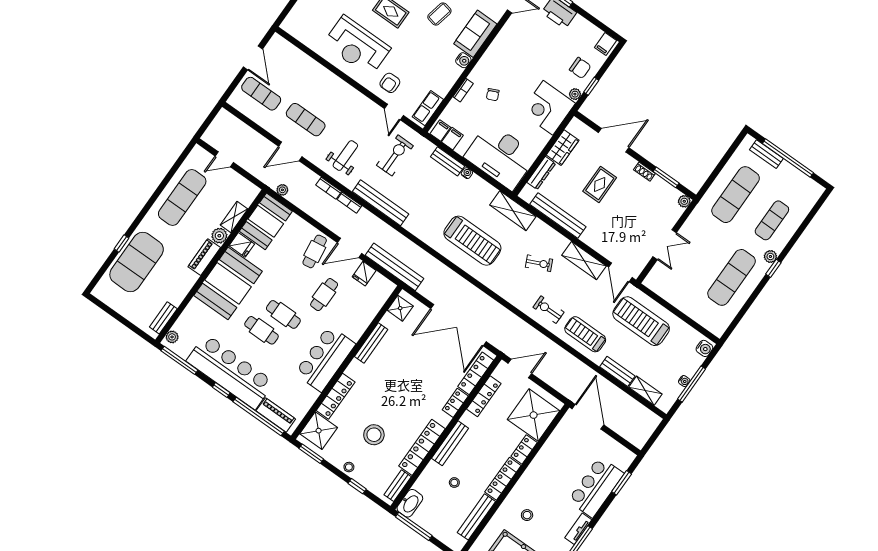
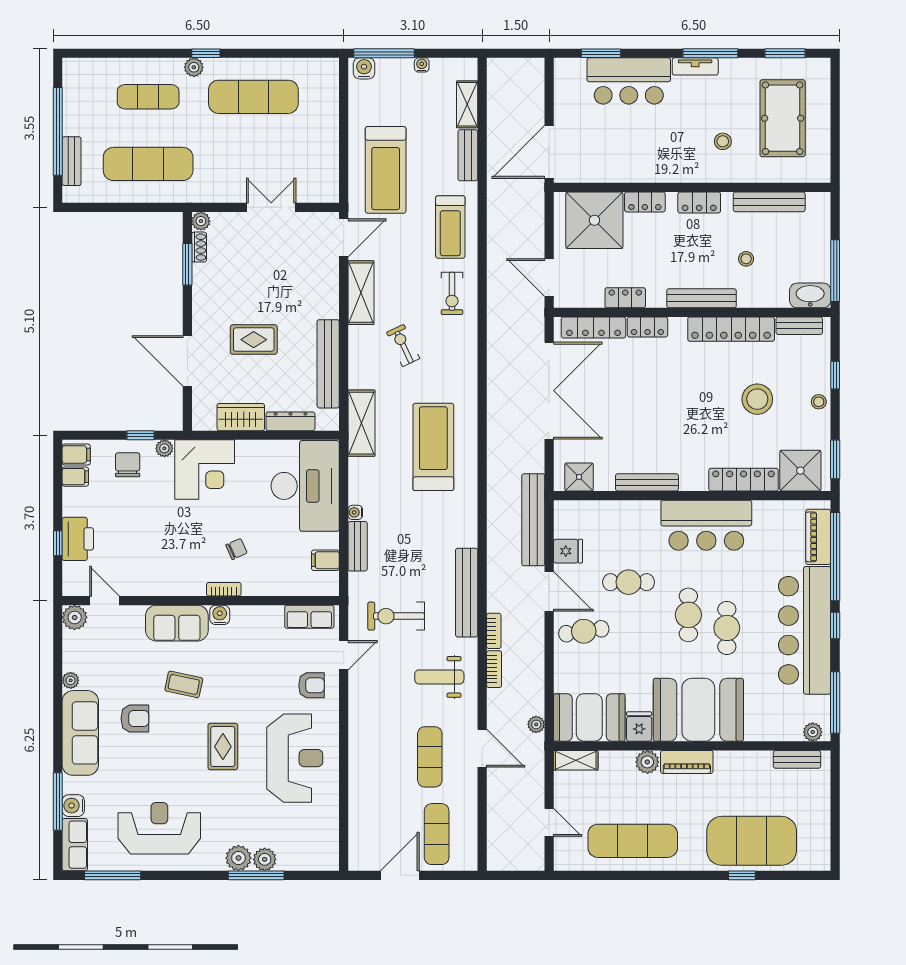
bookcase: (463, 90) -> (224, 589), moved
filing cabinet: (440, 131) -> (75, 477), moved, turned 180
shoe rack: (644, 172) -> (199, 247), moved
shelving: (234, 217) -> (576, 760), moved
window: (692, 384) -> (384, 53), moved
locker: (484, 396) -> (625, 298), width x0.66
locker: (503, 479) -> (699, 202), width x0.66

